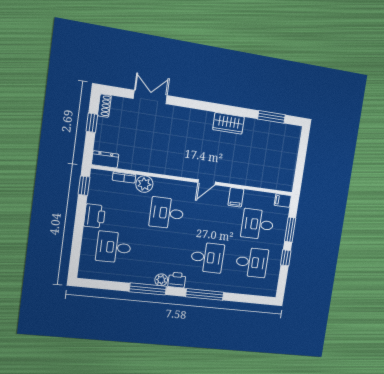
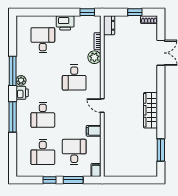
wardrobe: (229, 123) -> (150, 110), width x1.50
desk: (167, 213) -> (74, 77), turned 180

